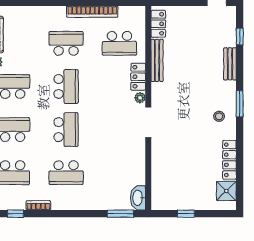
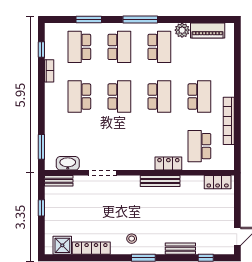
bench: (157, 60) -> (160, 181), moved
school desk: (66, 86) -> (159, 97), turned -90
plant: (140, 98) -> (149, 165), removed
doorway: (148, 122) -> (103, 173), moved
school desk: (66, 130) -> (119, 97), turned -90
bench: (157, 195) -> (59, 181), added
washbasin: (138, 198) -> (68, 163), moved

